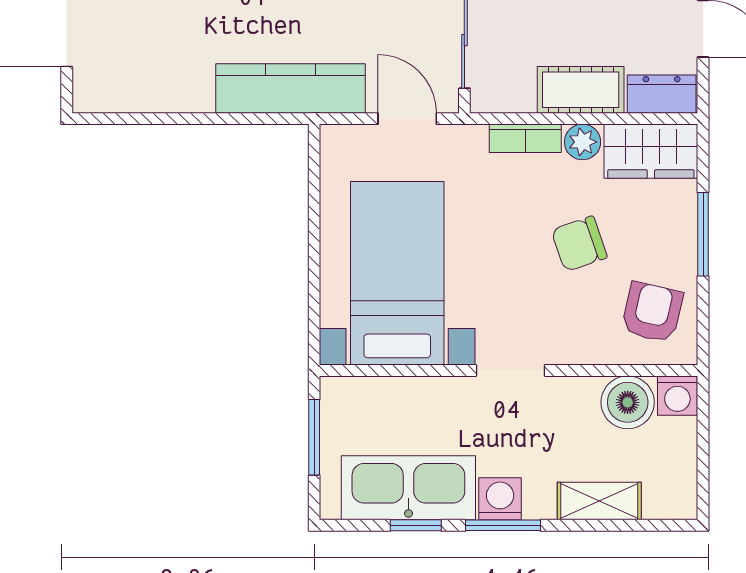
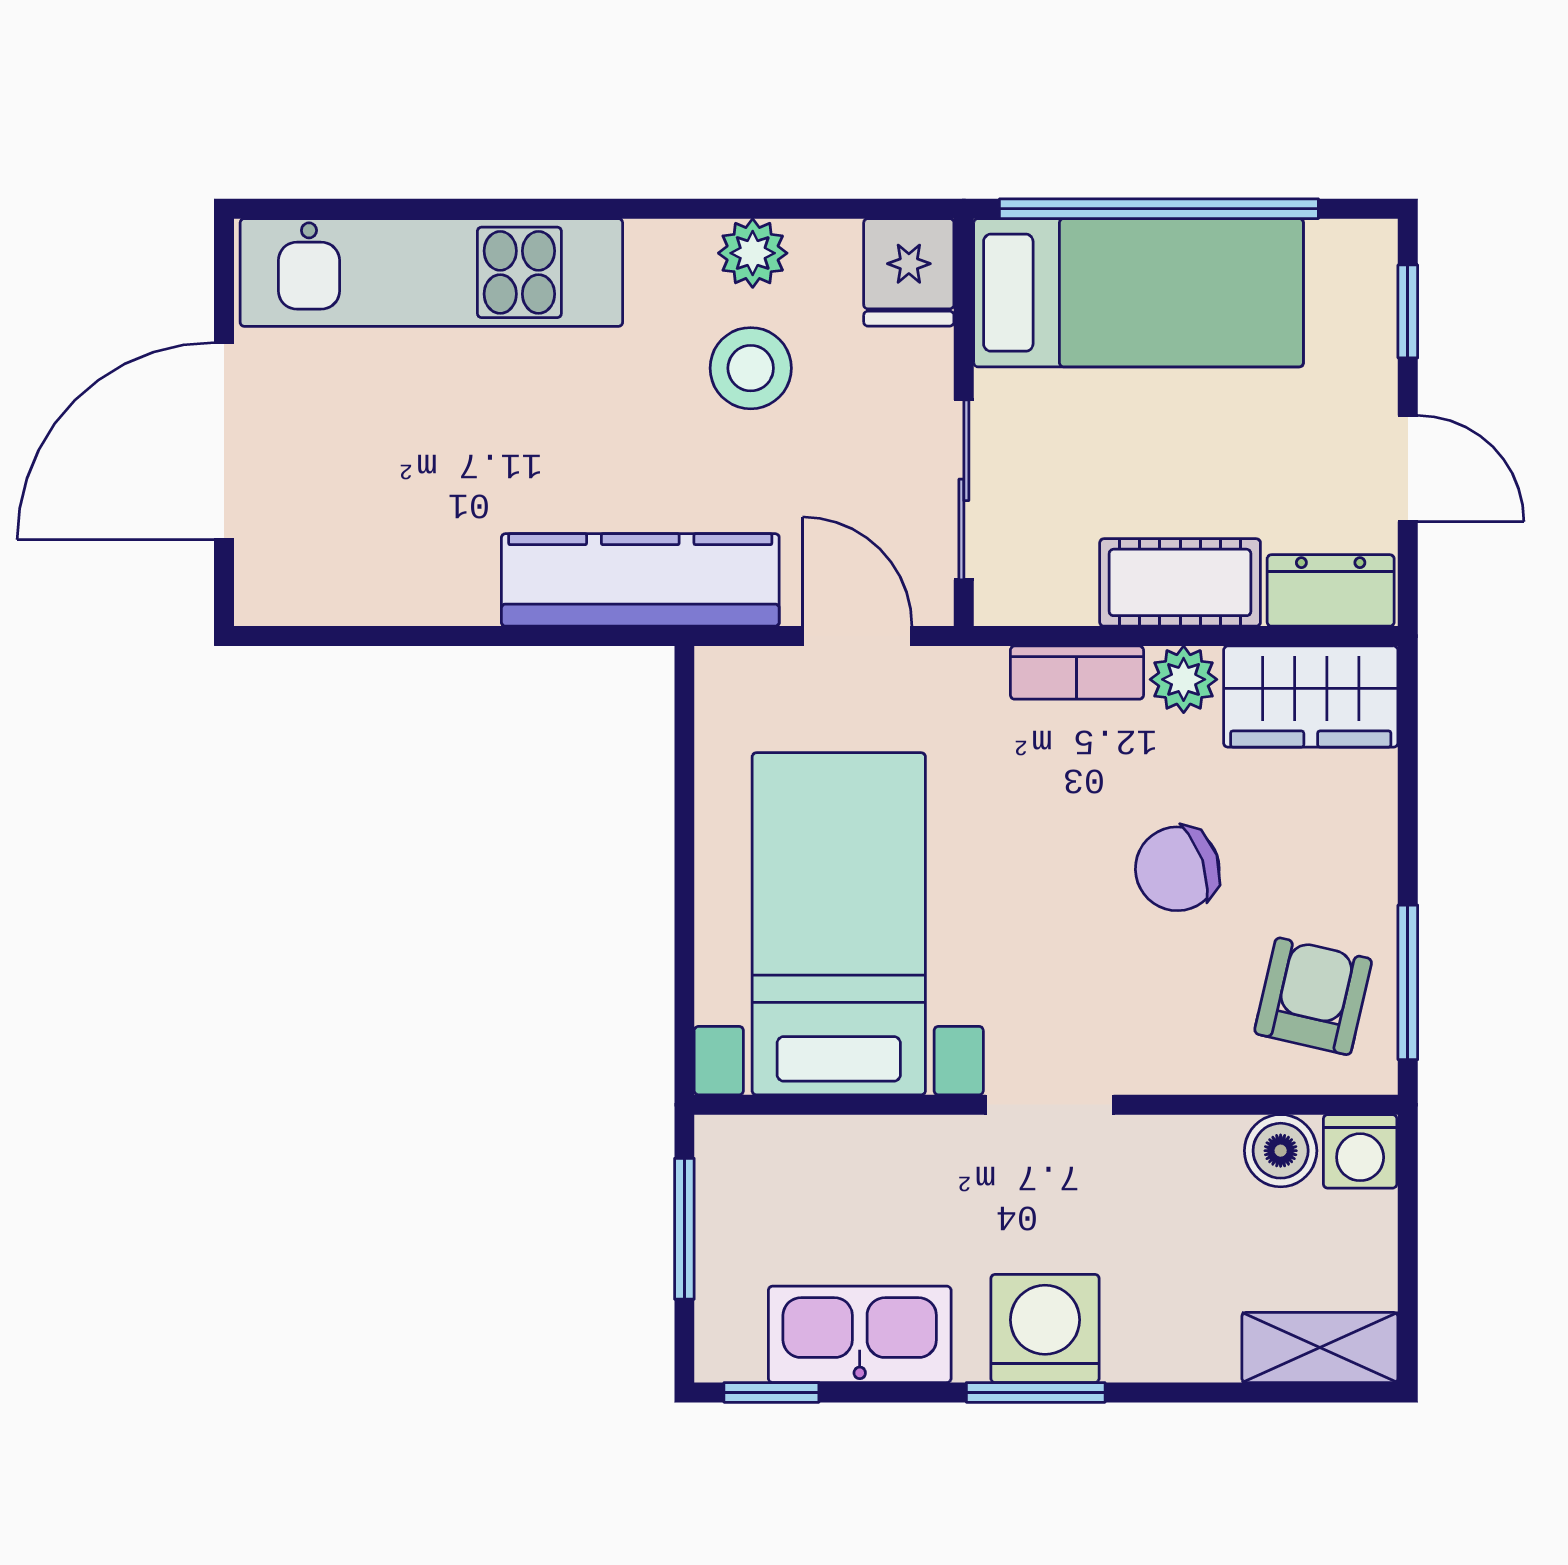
window: (703, 234) -> (1408, 982), moved
boiler: (628, 402) -> (1281, 1151), width x0.73, depth x0.73
kitchen sink: (408, 488) -> (860, 1334), width x0.73, depth x0.81
washing machine: (500, 499) -> (1045, 1328), width x1.38, depth x1.38
shelving: (599, 501) -> (1320, 1347), moved
window: (416, 525) -> (771, 1392), moved

